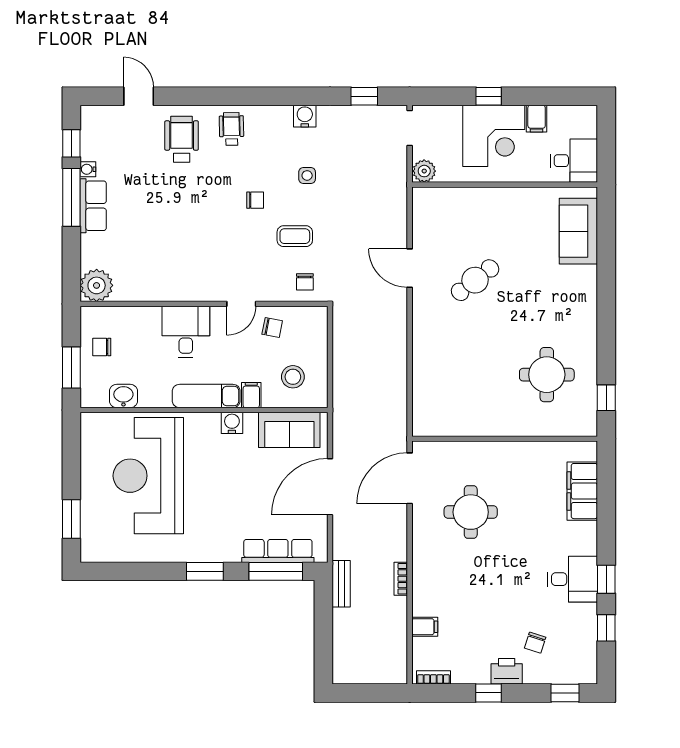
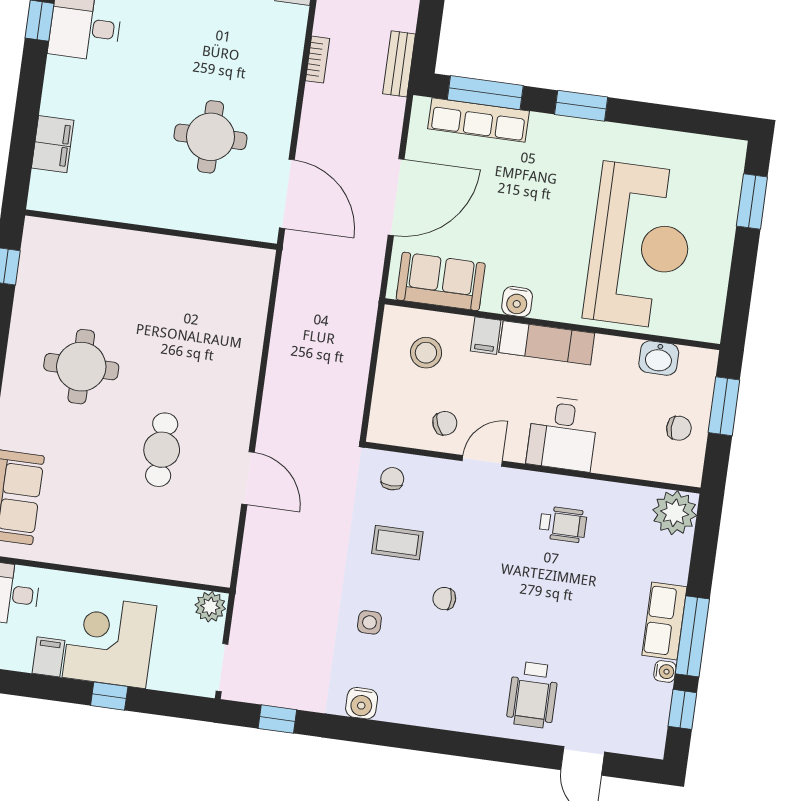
wheelchair: (232, 129) -> (563, 524), moved, turned -89
cafe table: (475, 280) -> (162, 450), turned -52
chair: (272, 327) -> (445, 423), turned 146
round table: (547, 375) -> (81, 367), moved
door: (410, 478) -> (287, 194), hinge flipped
filing cabinet: (582, 491) -> (53, 144), width x0.67, depth x0.86

